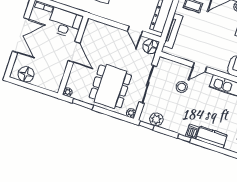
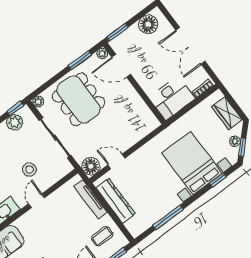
door: (74, 52) -> (121, 66), moved
window: (46, 92) -> (117, 32), added

